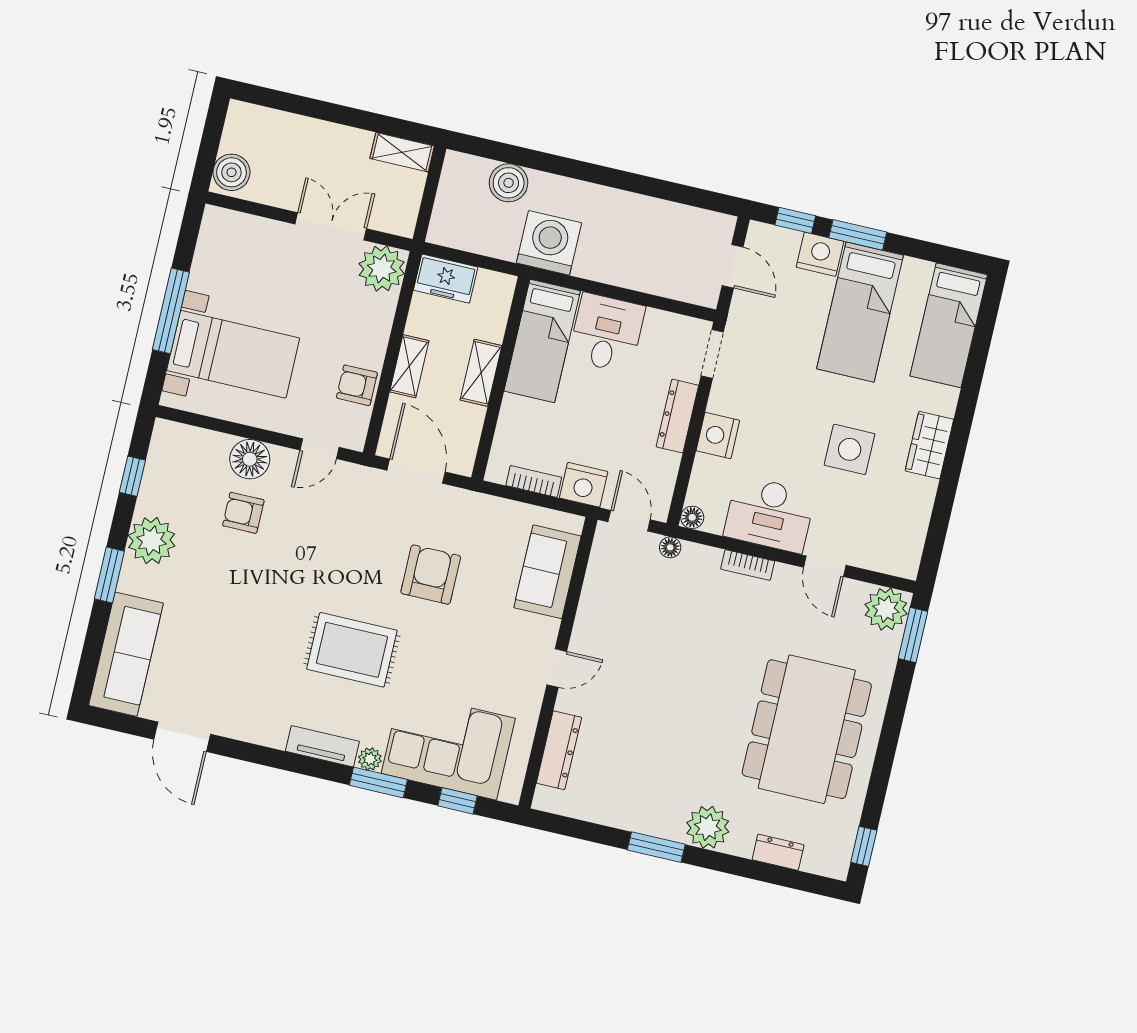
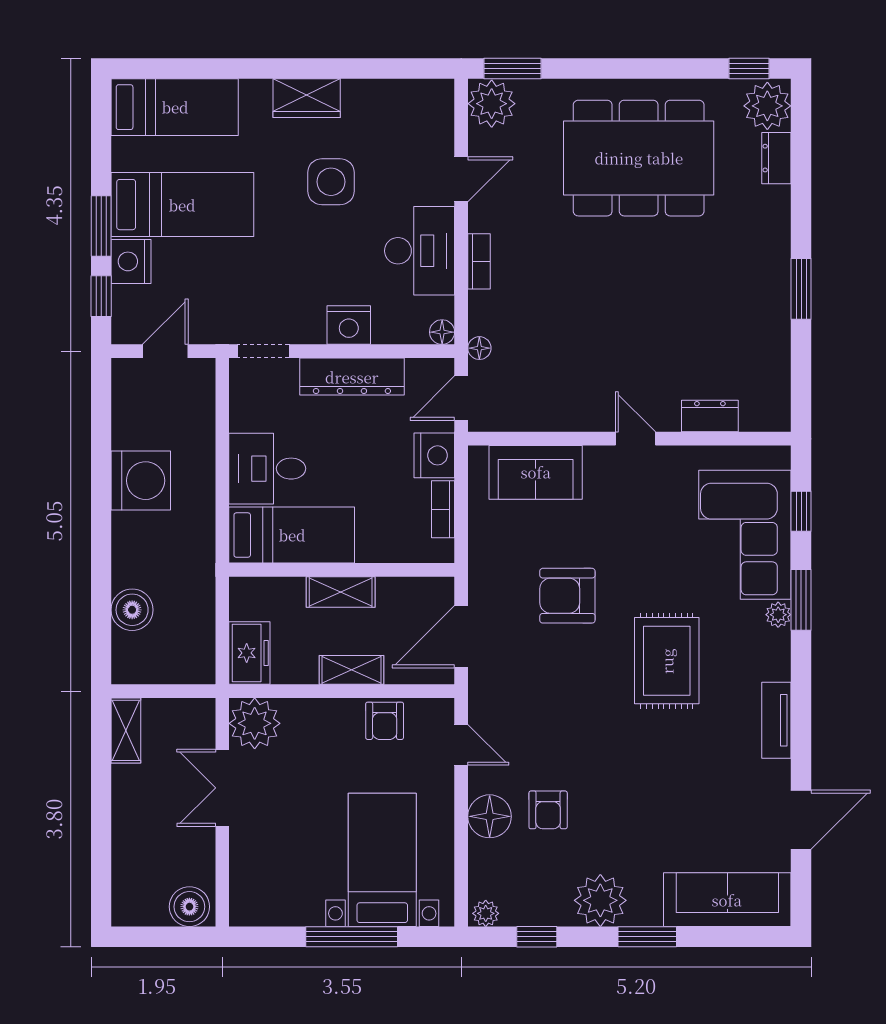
washing machine: (549, 243) -> (141, 481), moved, turned 180
dresser: (677, 416) -> (352, 377), width x1.37, depth x1.24
plant: (164, 436) -> (486, 913), added
tv unit: (322, 746) -> (776, 720), moved
dresser: (559, 750) -> (710, 416), width x0.70
plant: (708, 827) -> (767, 106), moved

